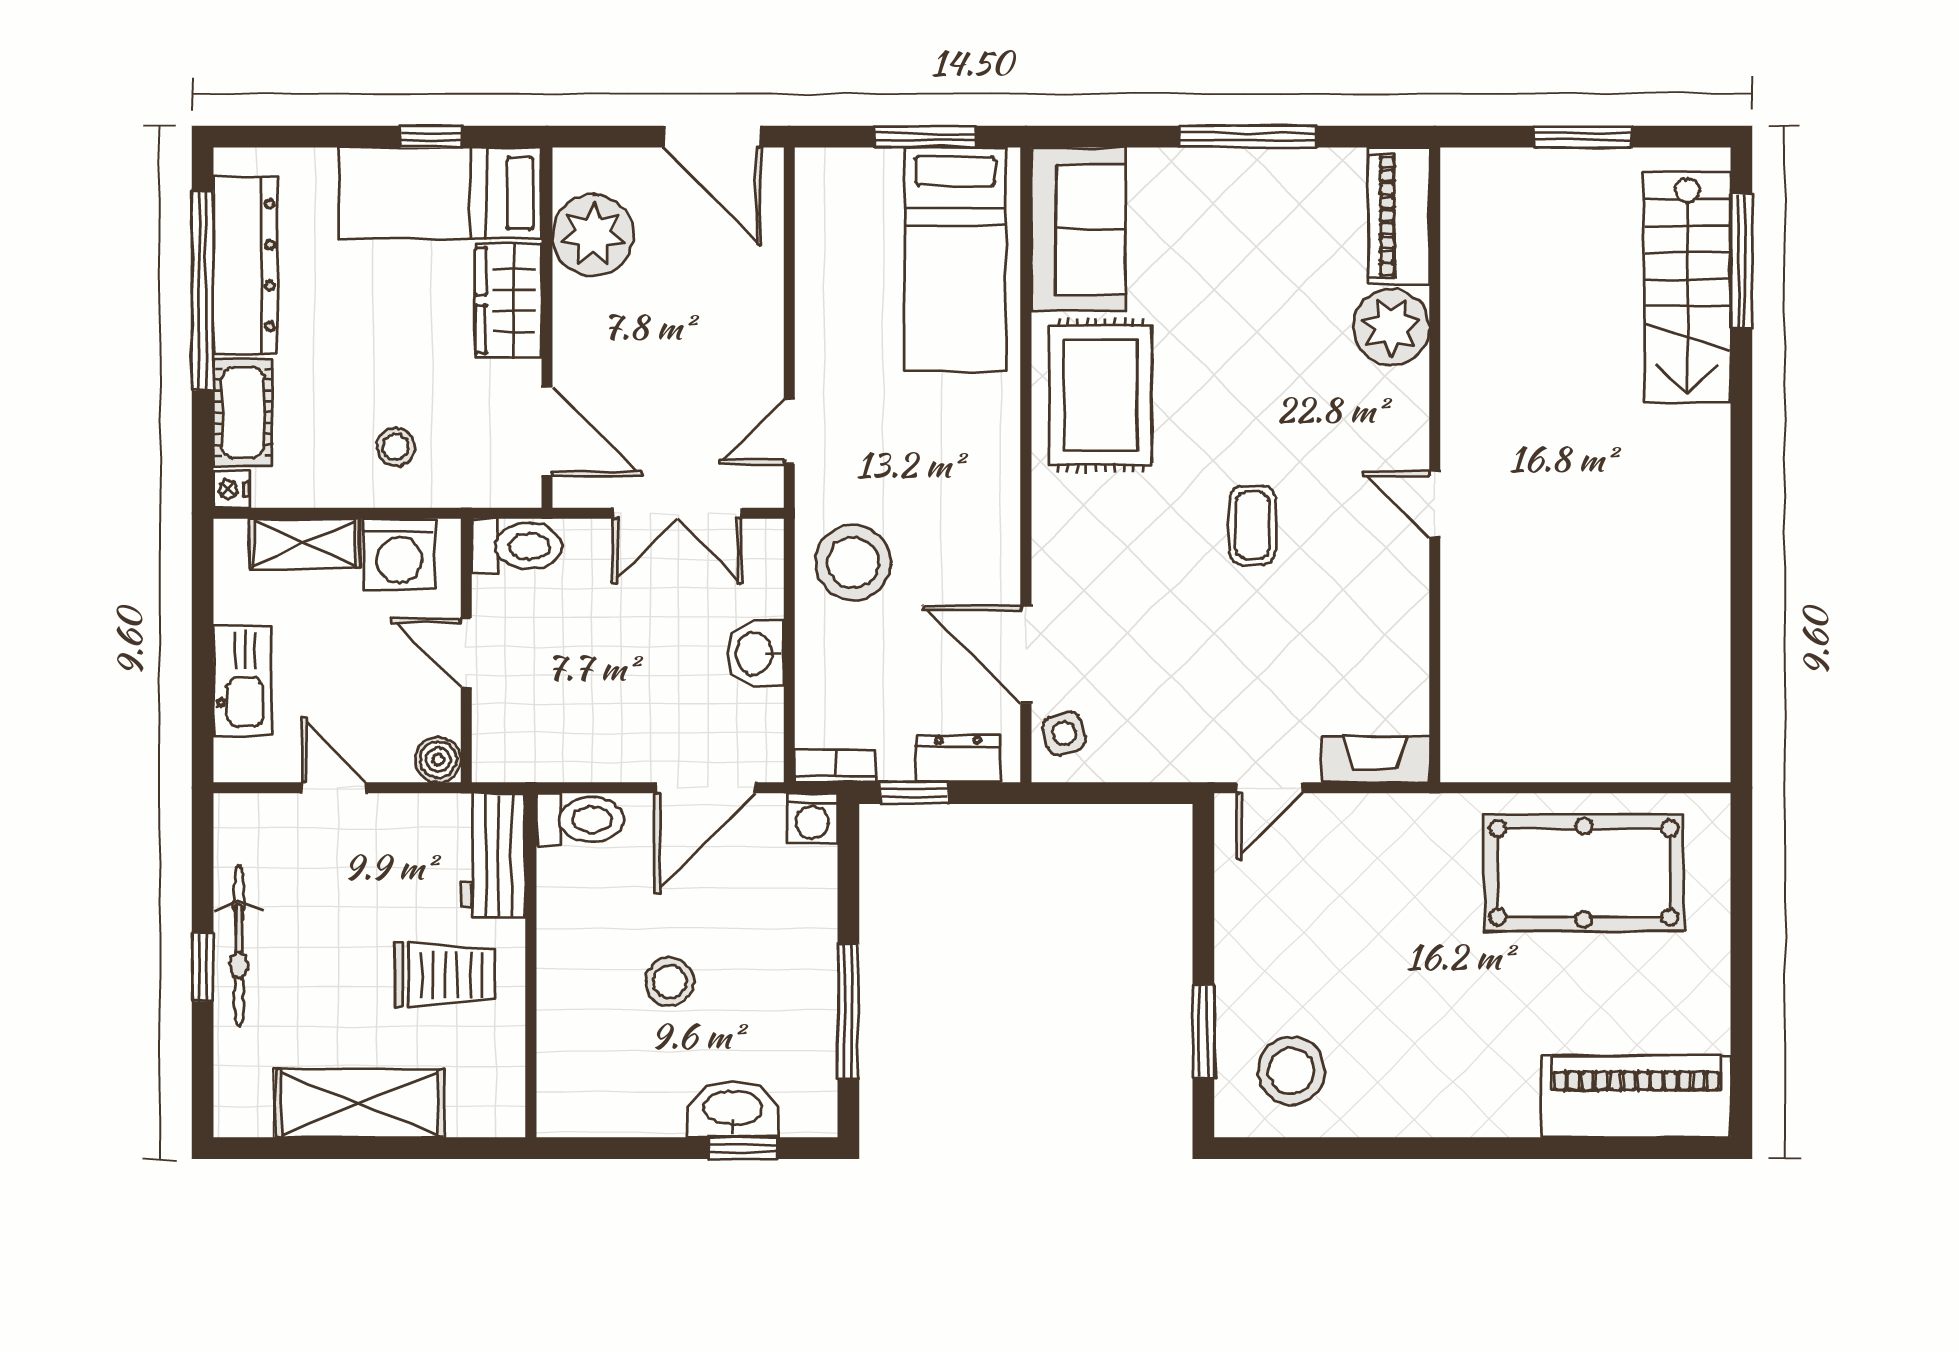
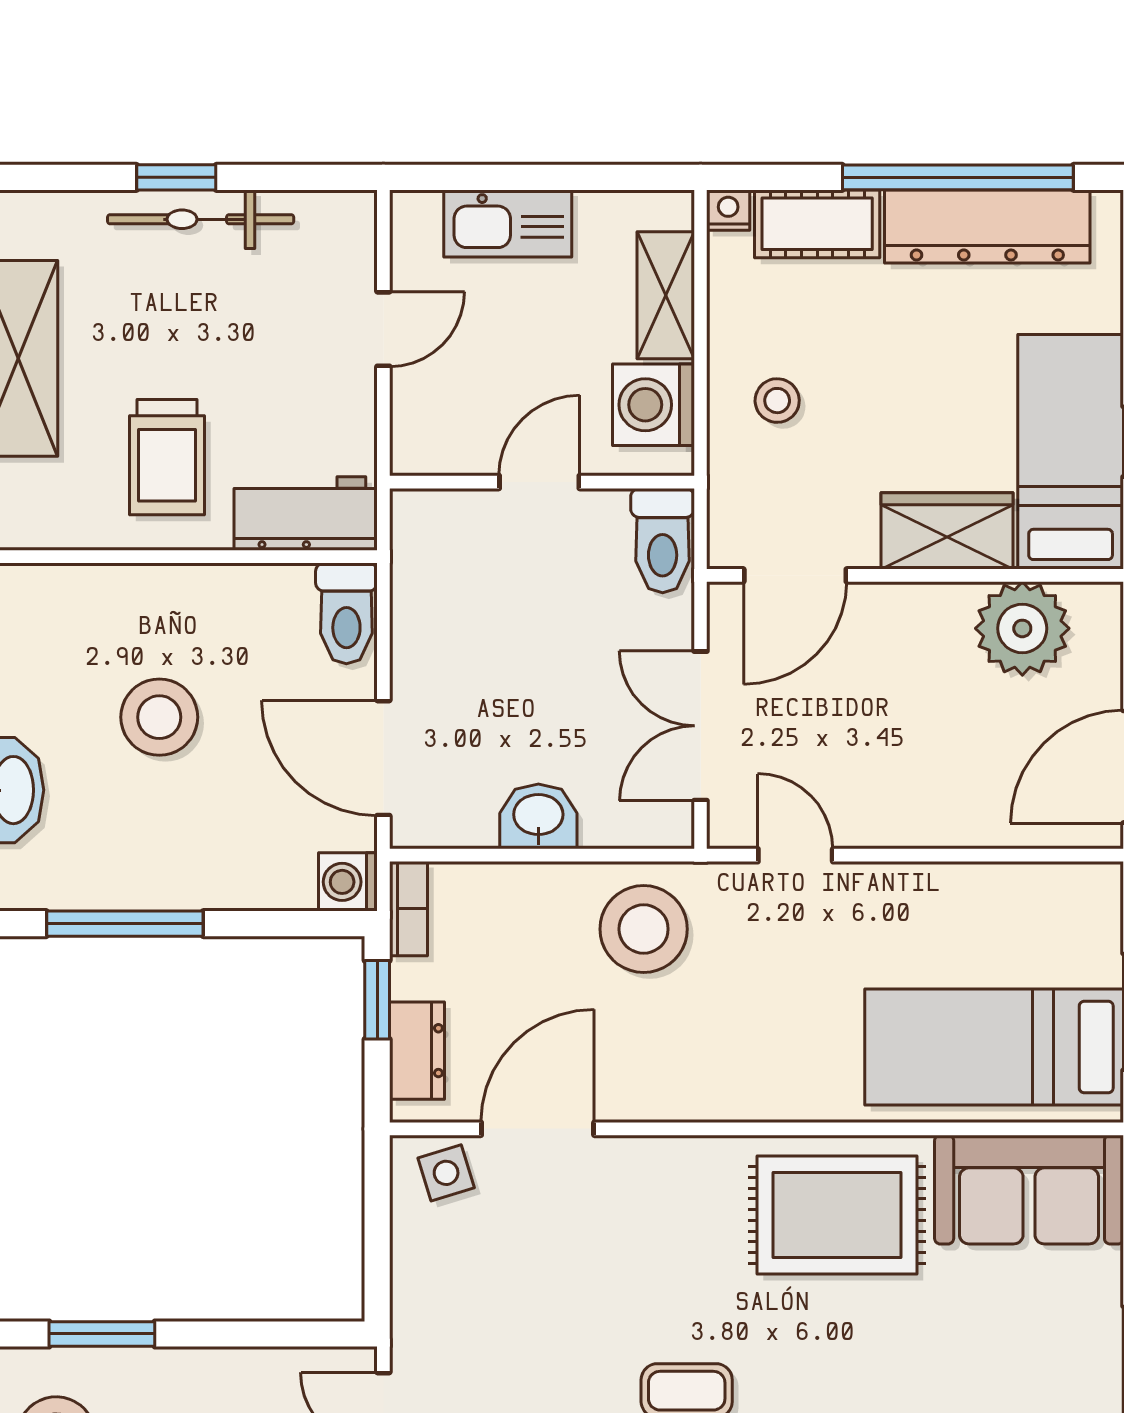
boiler: (438, 760) -> (416, 450), removed
stool: (670, 982) -> (159, 717), width x1.38, depth x1.38

